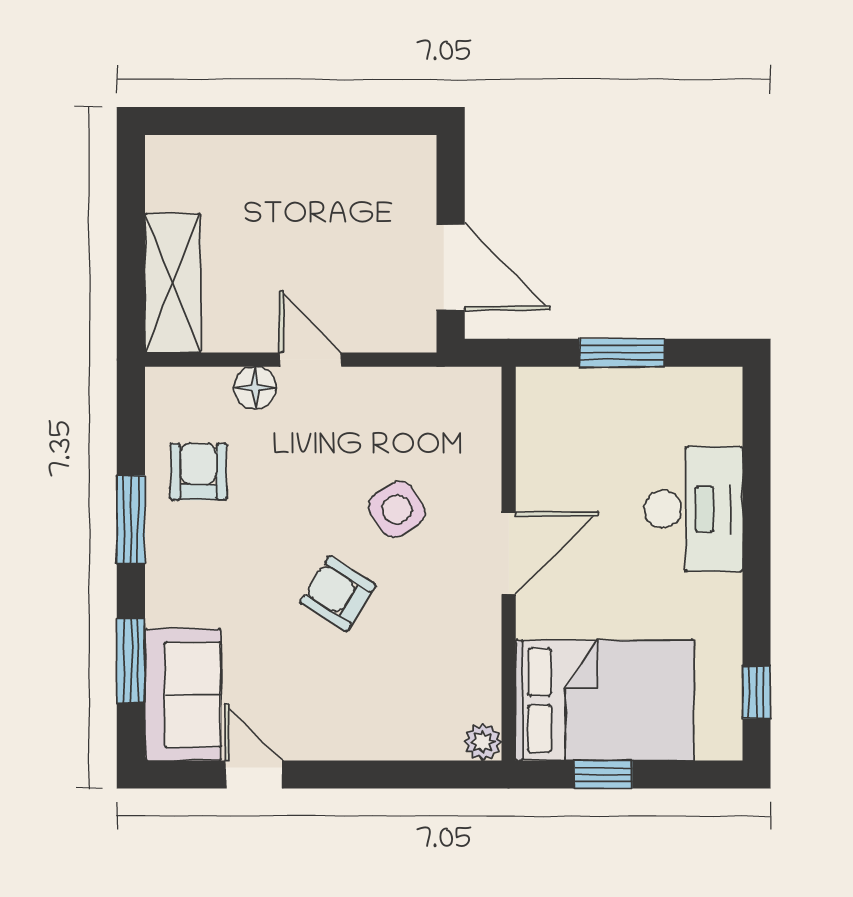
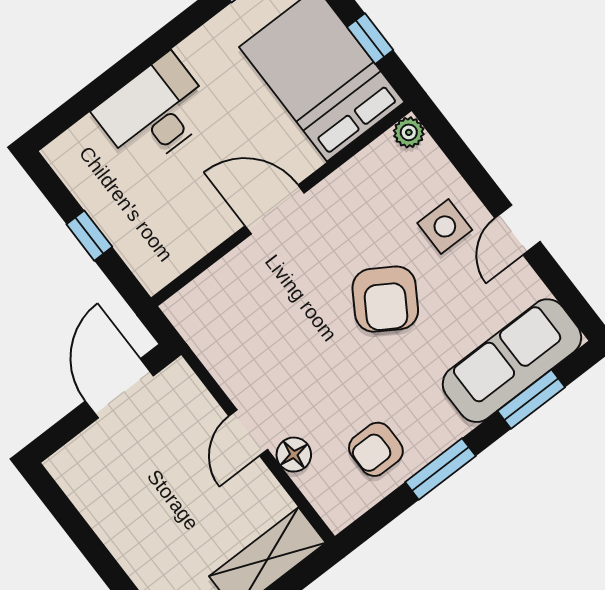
window: (622, 353) -> (89, 236), width x0.67
side table: (397, 509) -> (445, 226), moved, turned 32
armchair: (338, 594) -> (385, 299), width x1.38, depth x1.38
sofa: (183, 695) -> (512, 361), width x1.36
door: (254, 774) -> (517, 230), moved

